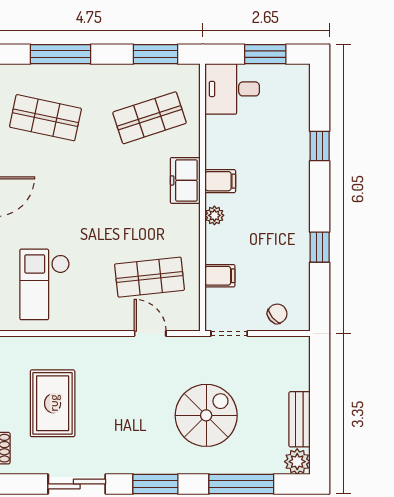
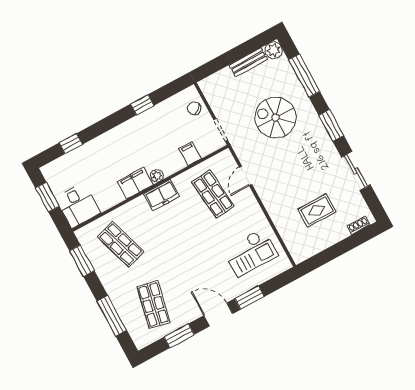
window: (320, 146) -> (71, 144), moved
freezer: (185, 180) -> (162, 195), moved
filing cabinet: (220, 181) -> (135, 183), width x2.00
rug: (53, 403) -> (317, 210), width x0.73, depth x0.70

